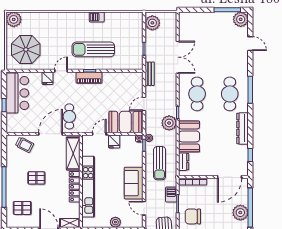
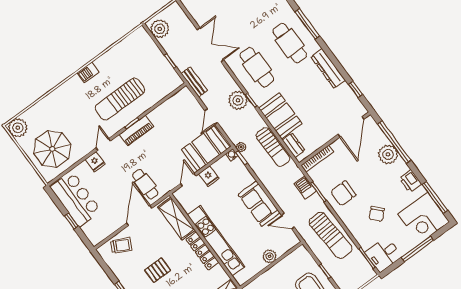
barbecue: (97, 17) -> (88, 72), moved
plant: (169, 123) -> (238, 100), moved
sun lounger: (160, 163) -> (273, 147), moved

